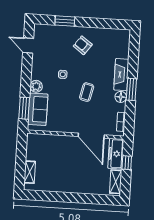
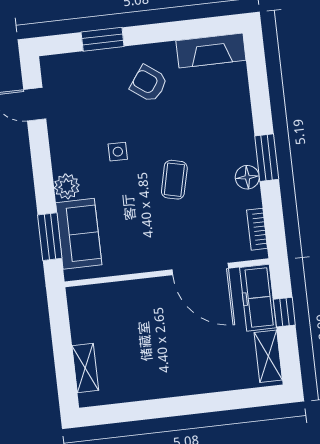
fireplace: (121, 75) -> (211, 51), moved, turned -90

